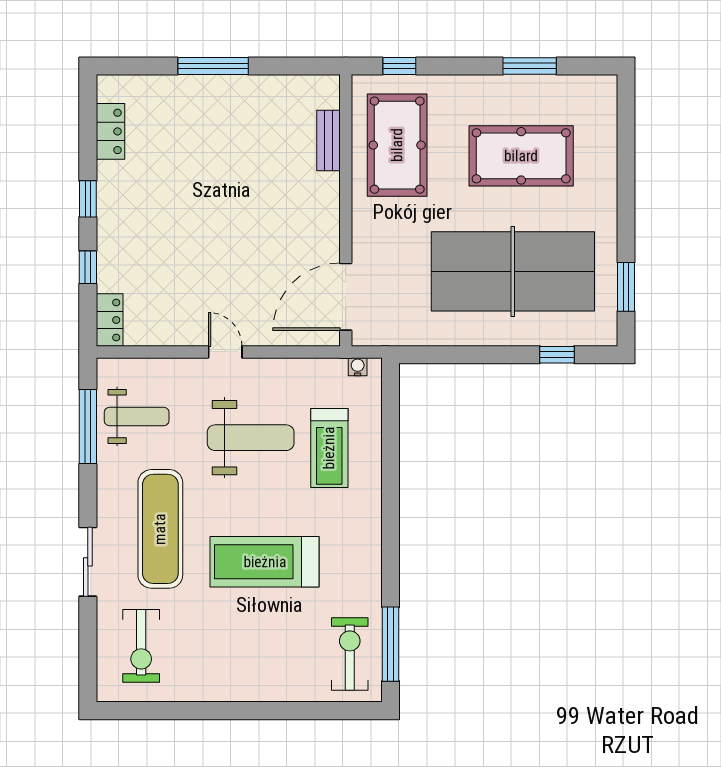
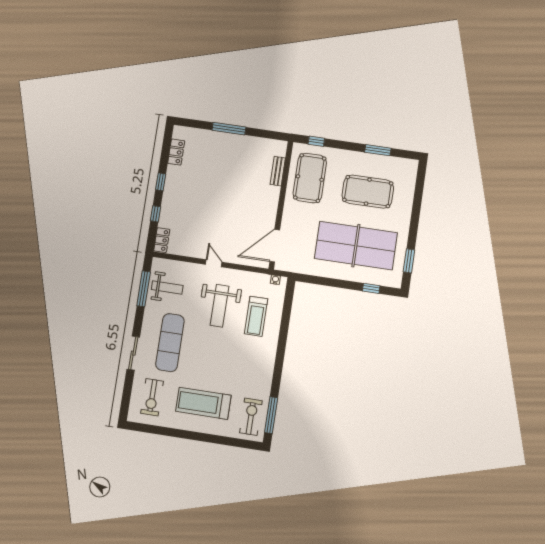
weight bench: (251, 438) -> (219, 306), turned 90
treadmill: (265, 562) -> (203, 403), moved

